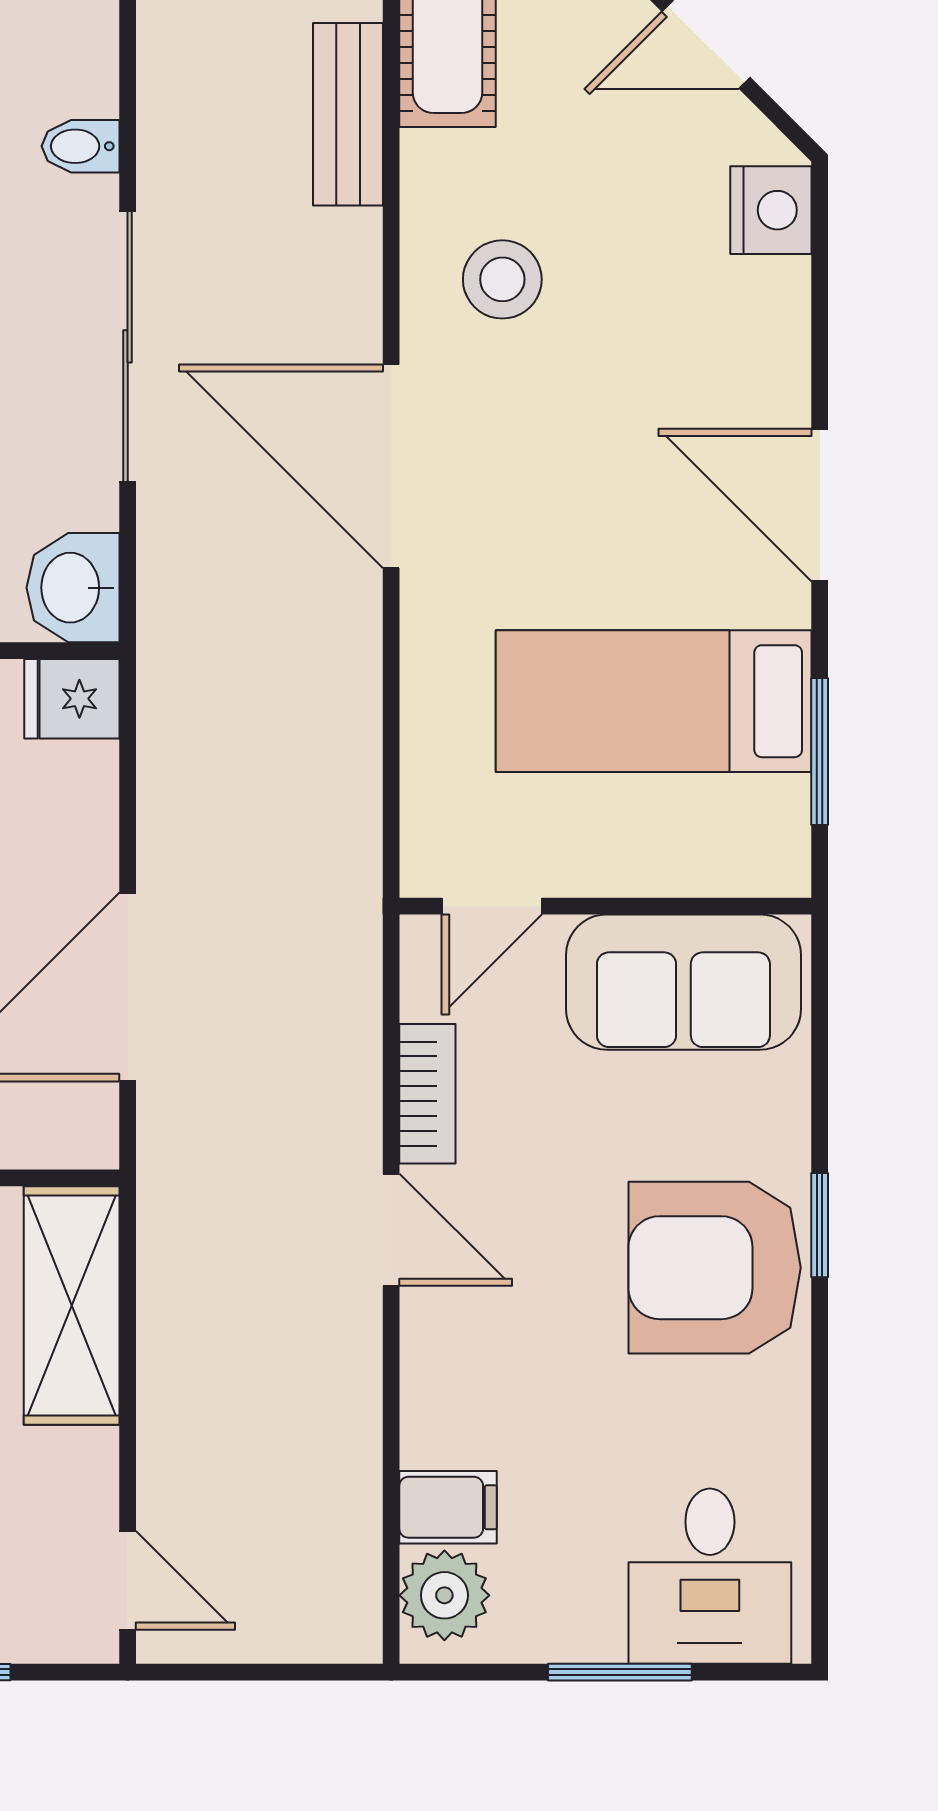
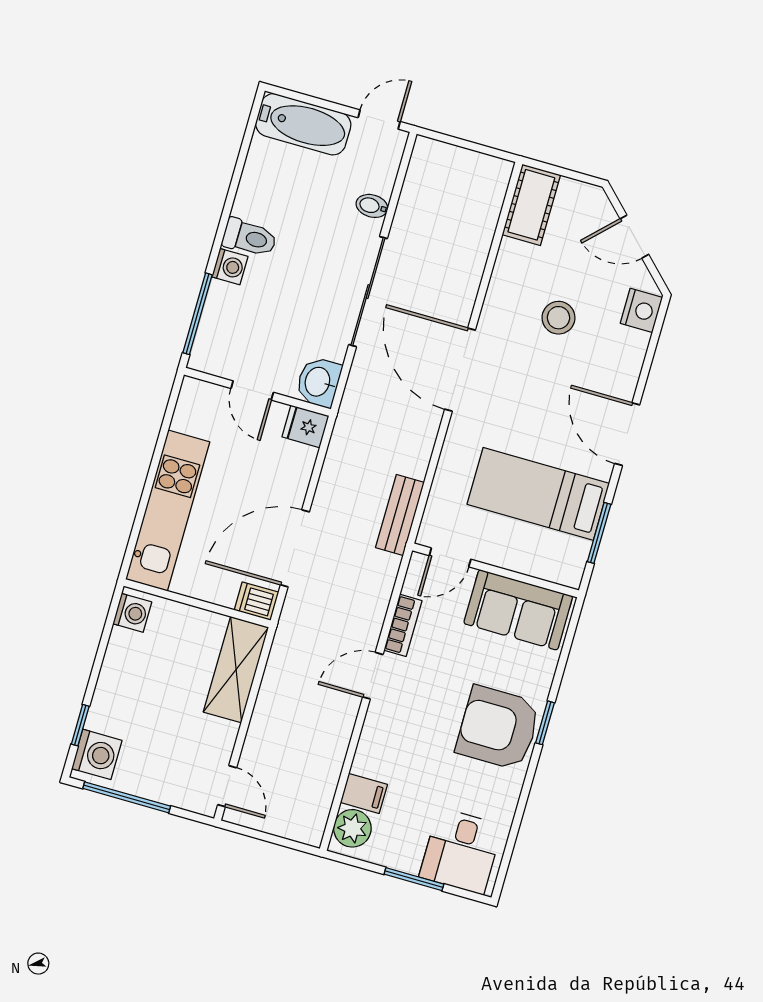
bench: (348, 114) -> (400, 515), moved
stool: (502, 279) -> (558, 318), moved
dishwasher: (74, 1134) -> (256, 601), added
door: (391, 1230) -> (373, 676), swing flipped

